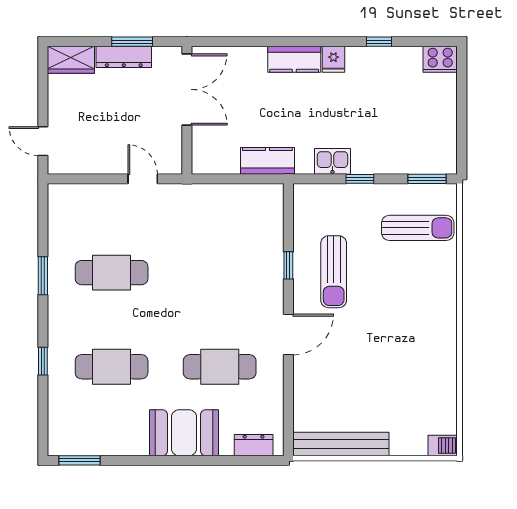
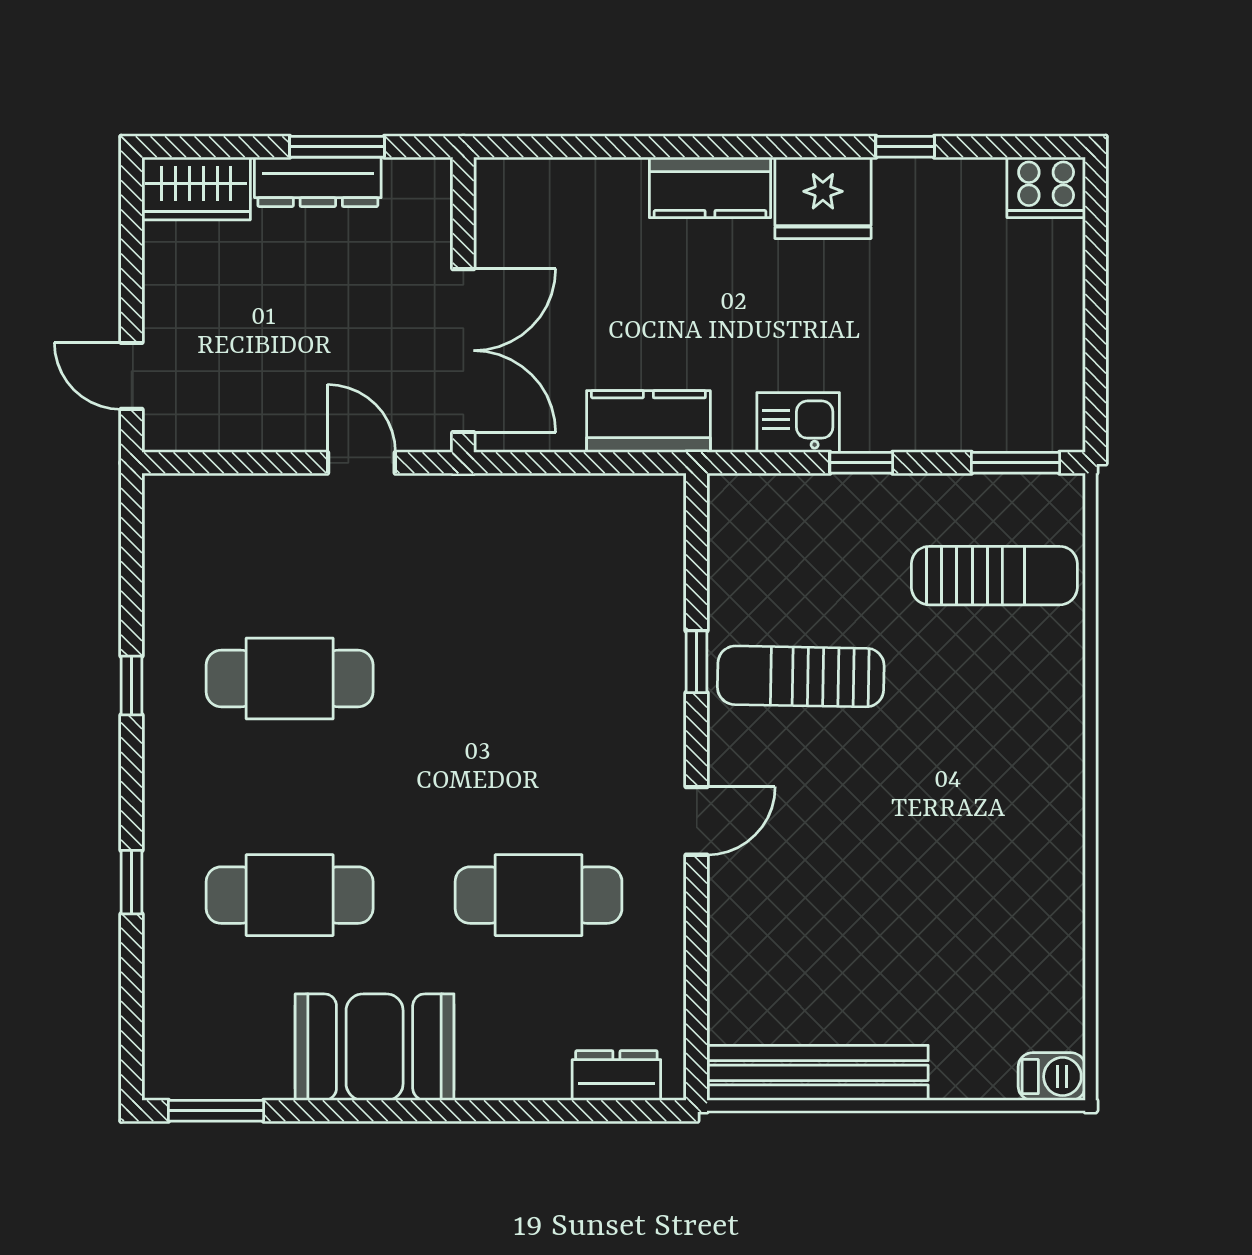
fridge: (333, 59) -> (823, 198), width x1.88, depth x1.34
double door: (187, 89) -> (463, 351), moved
sun lounger: (334, 272) -> (801, 676), turned 91
window: (43, 276) -> (132, 686), width x0.67
door: (288, 334) -> (697, 821), width x0.73
booth: (184, 433) -> (375, 1047), moved

